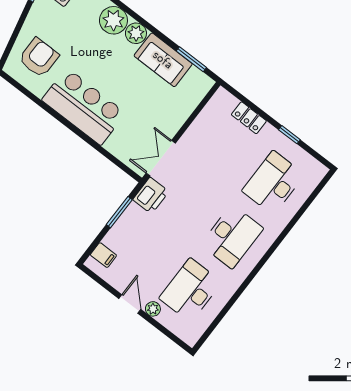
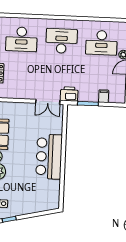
armchair: (39, 58) -> (41, 195), removed
filing cabinet: (103, 255) -> (104, 96), moved

